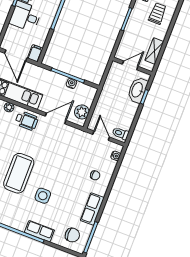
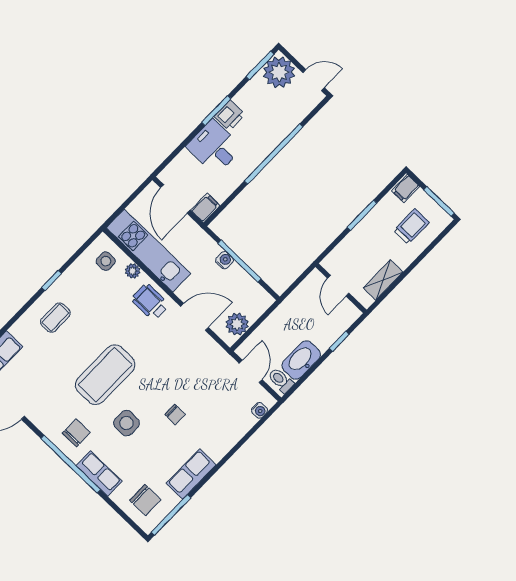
door: (130, 65) -> (338, 286), swing flipped
water cooler: (71, 83) -> (224, 260), moved
washbasin: (137, 90) -> (301, 360), moved
wheelchair: (27, 121) -> (150, 302), turned 180
chair: (95, 175) -> (175, 414), moved
chair: (17, 214) -> (76, 433), added

